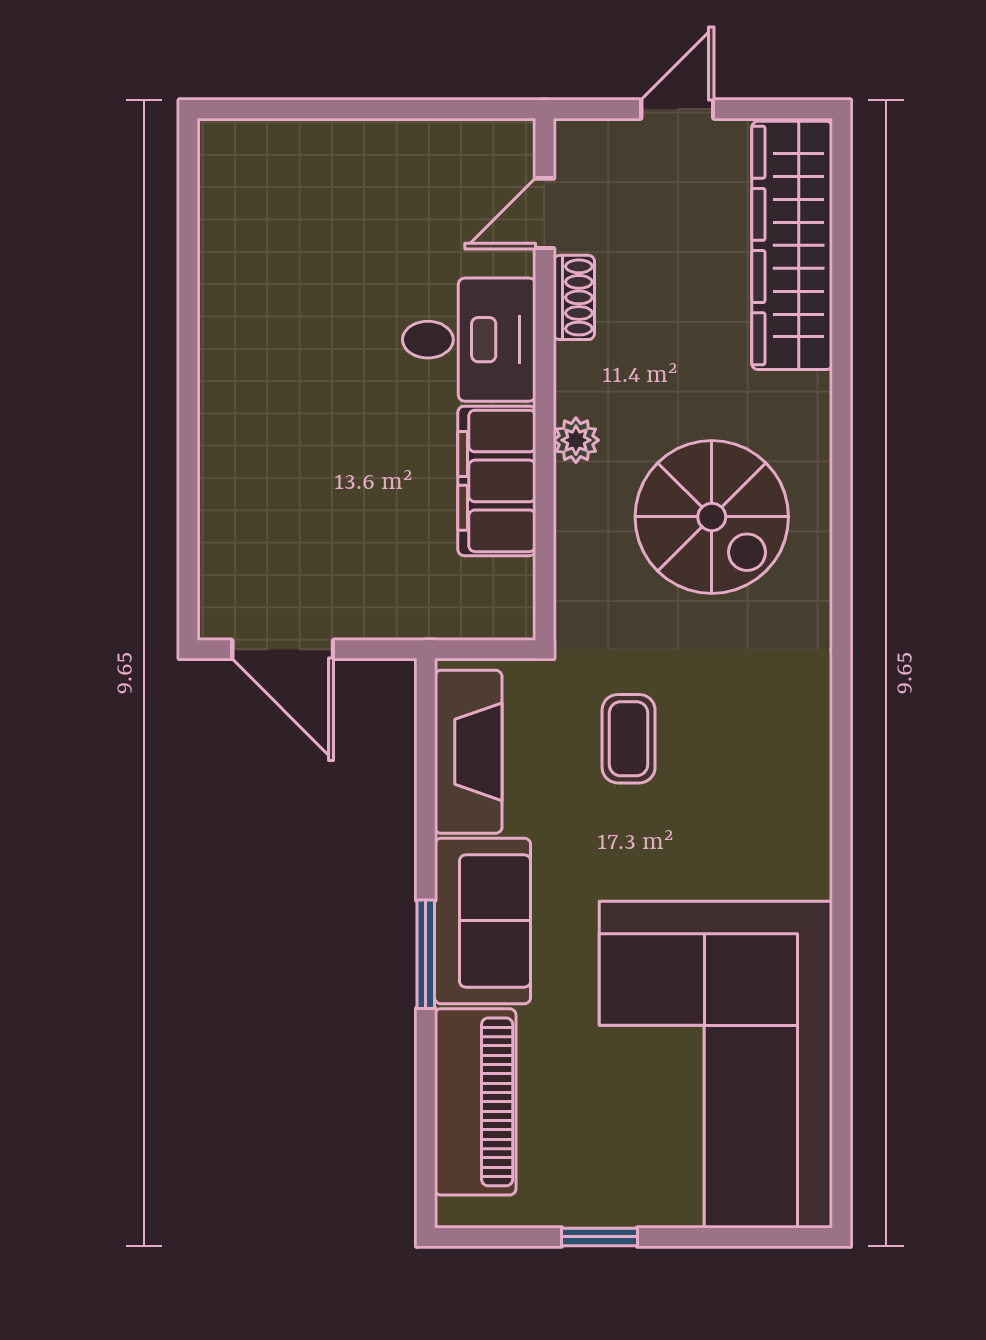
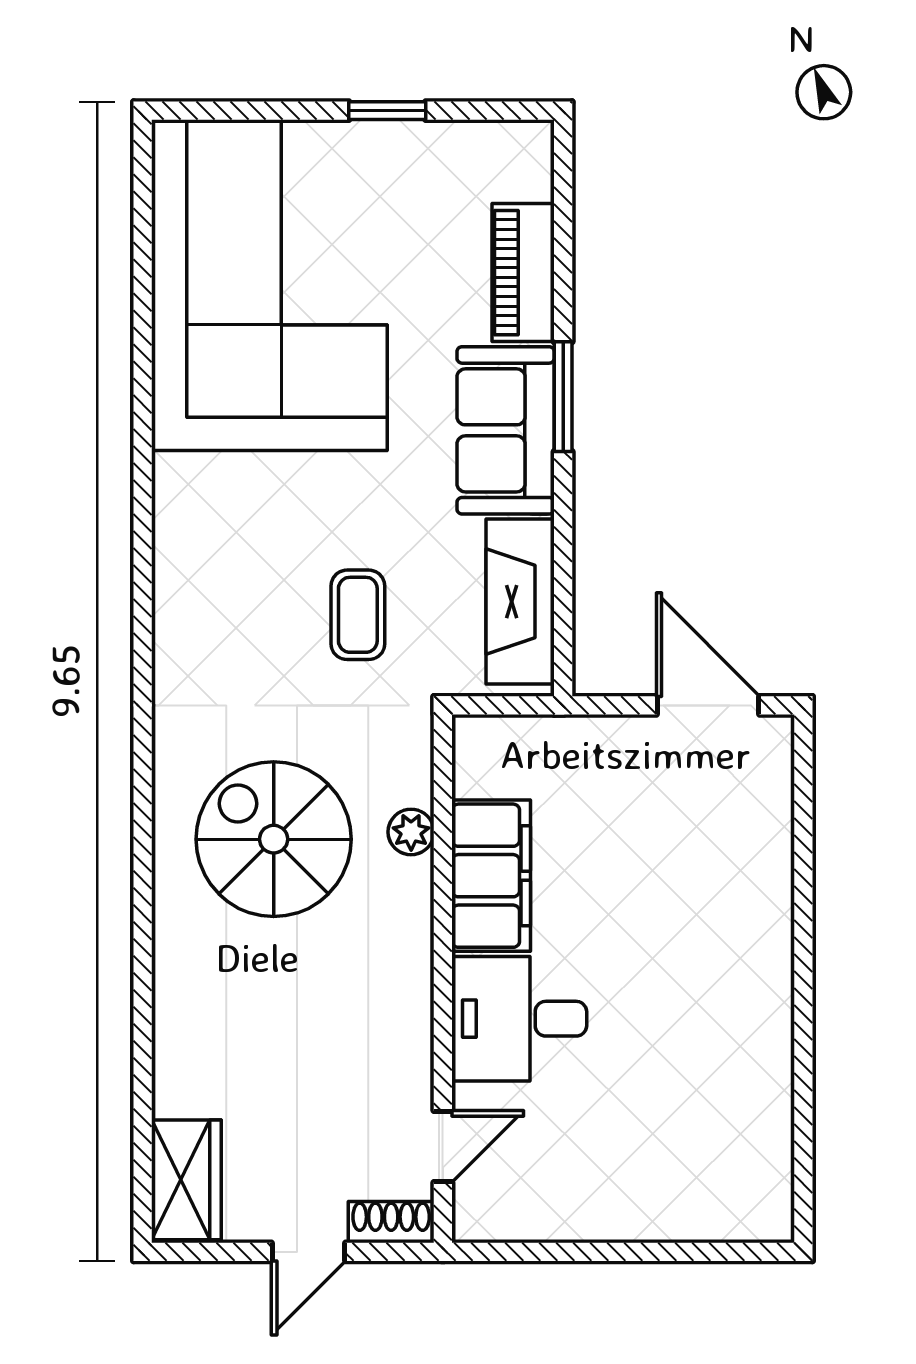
wardrobe: (792, 245) -> (186, 1180), width x0.48, depth x0.85
shoe rack: (574, 297) -> (391, 1222), moved, turned 90
plant: (576, 440) -> (411, 832), moved
piano: (475, 1102) -> (523, 273), width x0.73, depth x0.75

